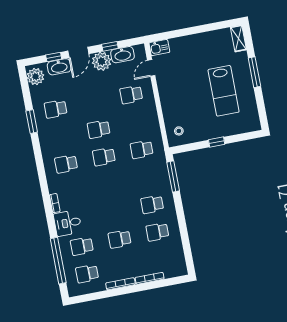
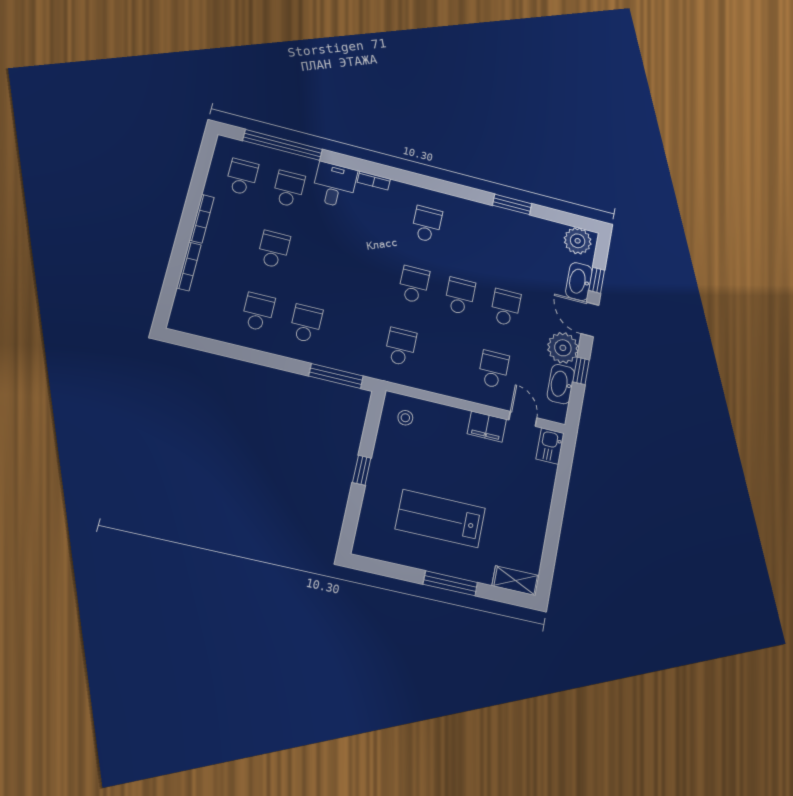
filing cabinet: (164, 86) -> (487, 427), added
school desk: (56, 109) -> (505, 307), moved

